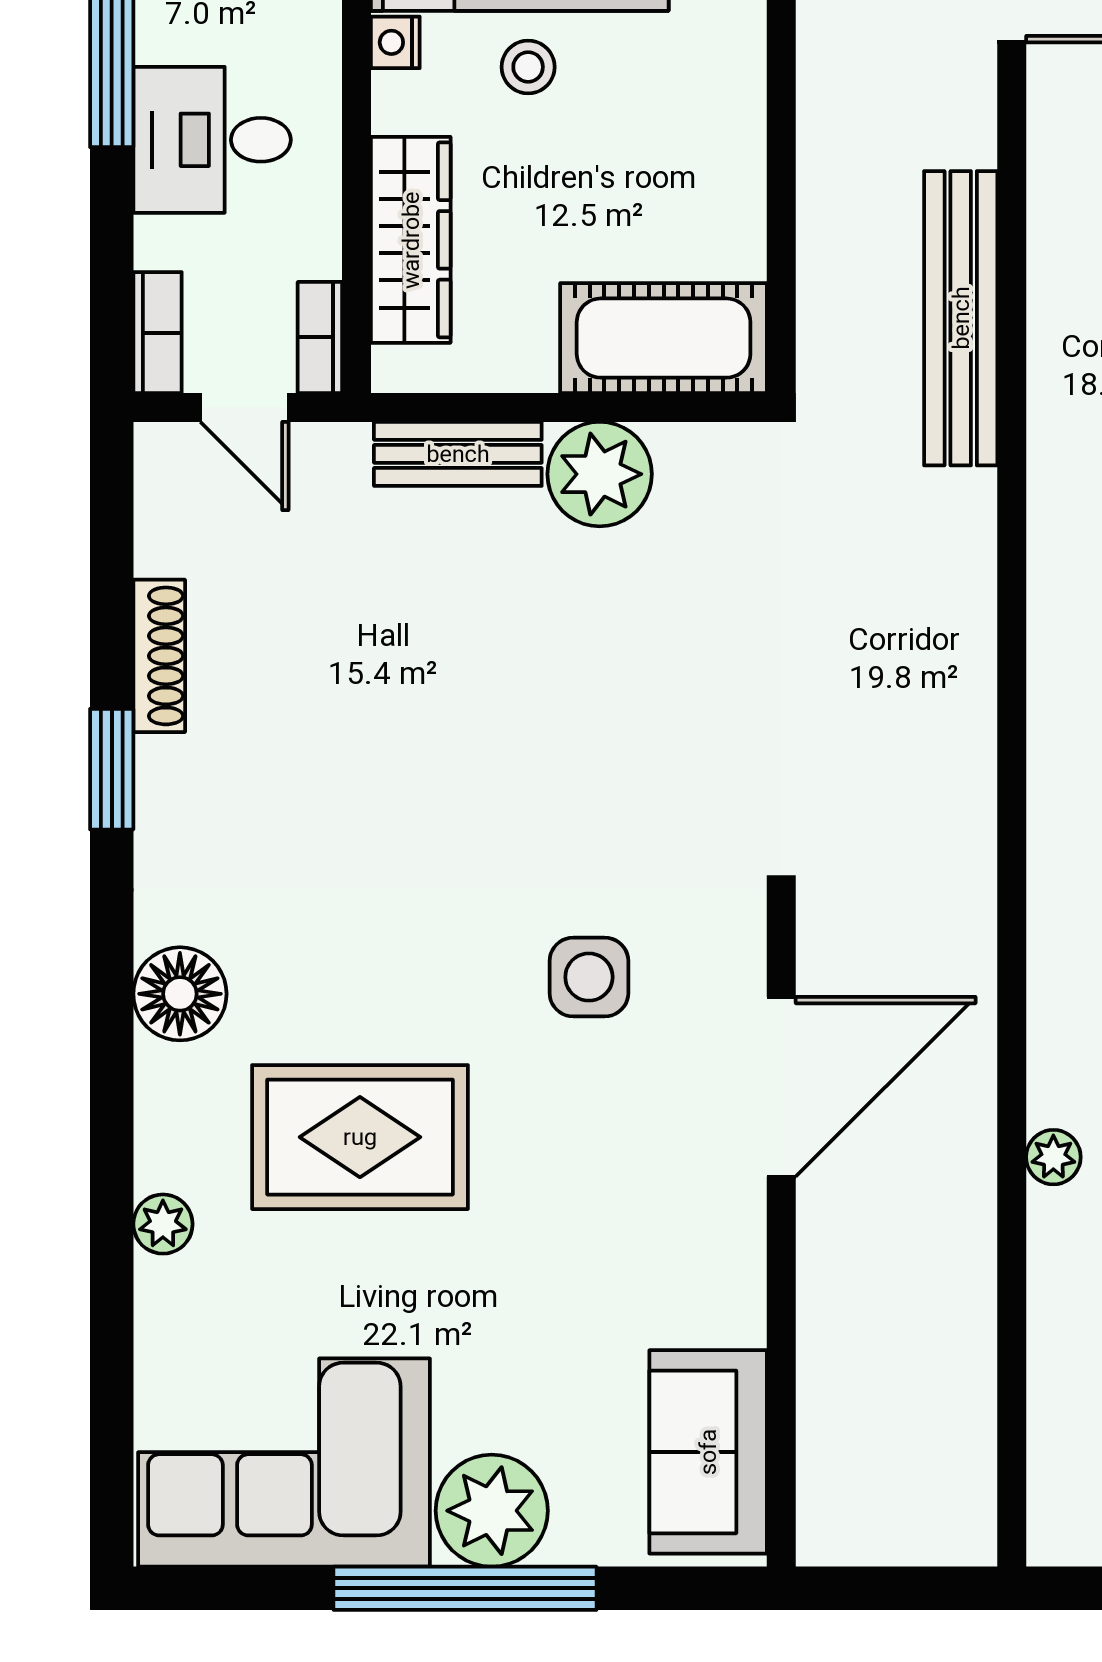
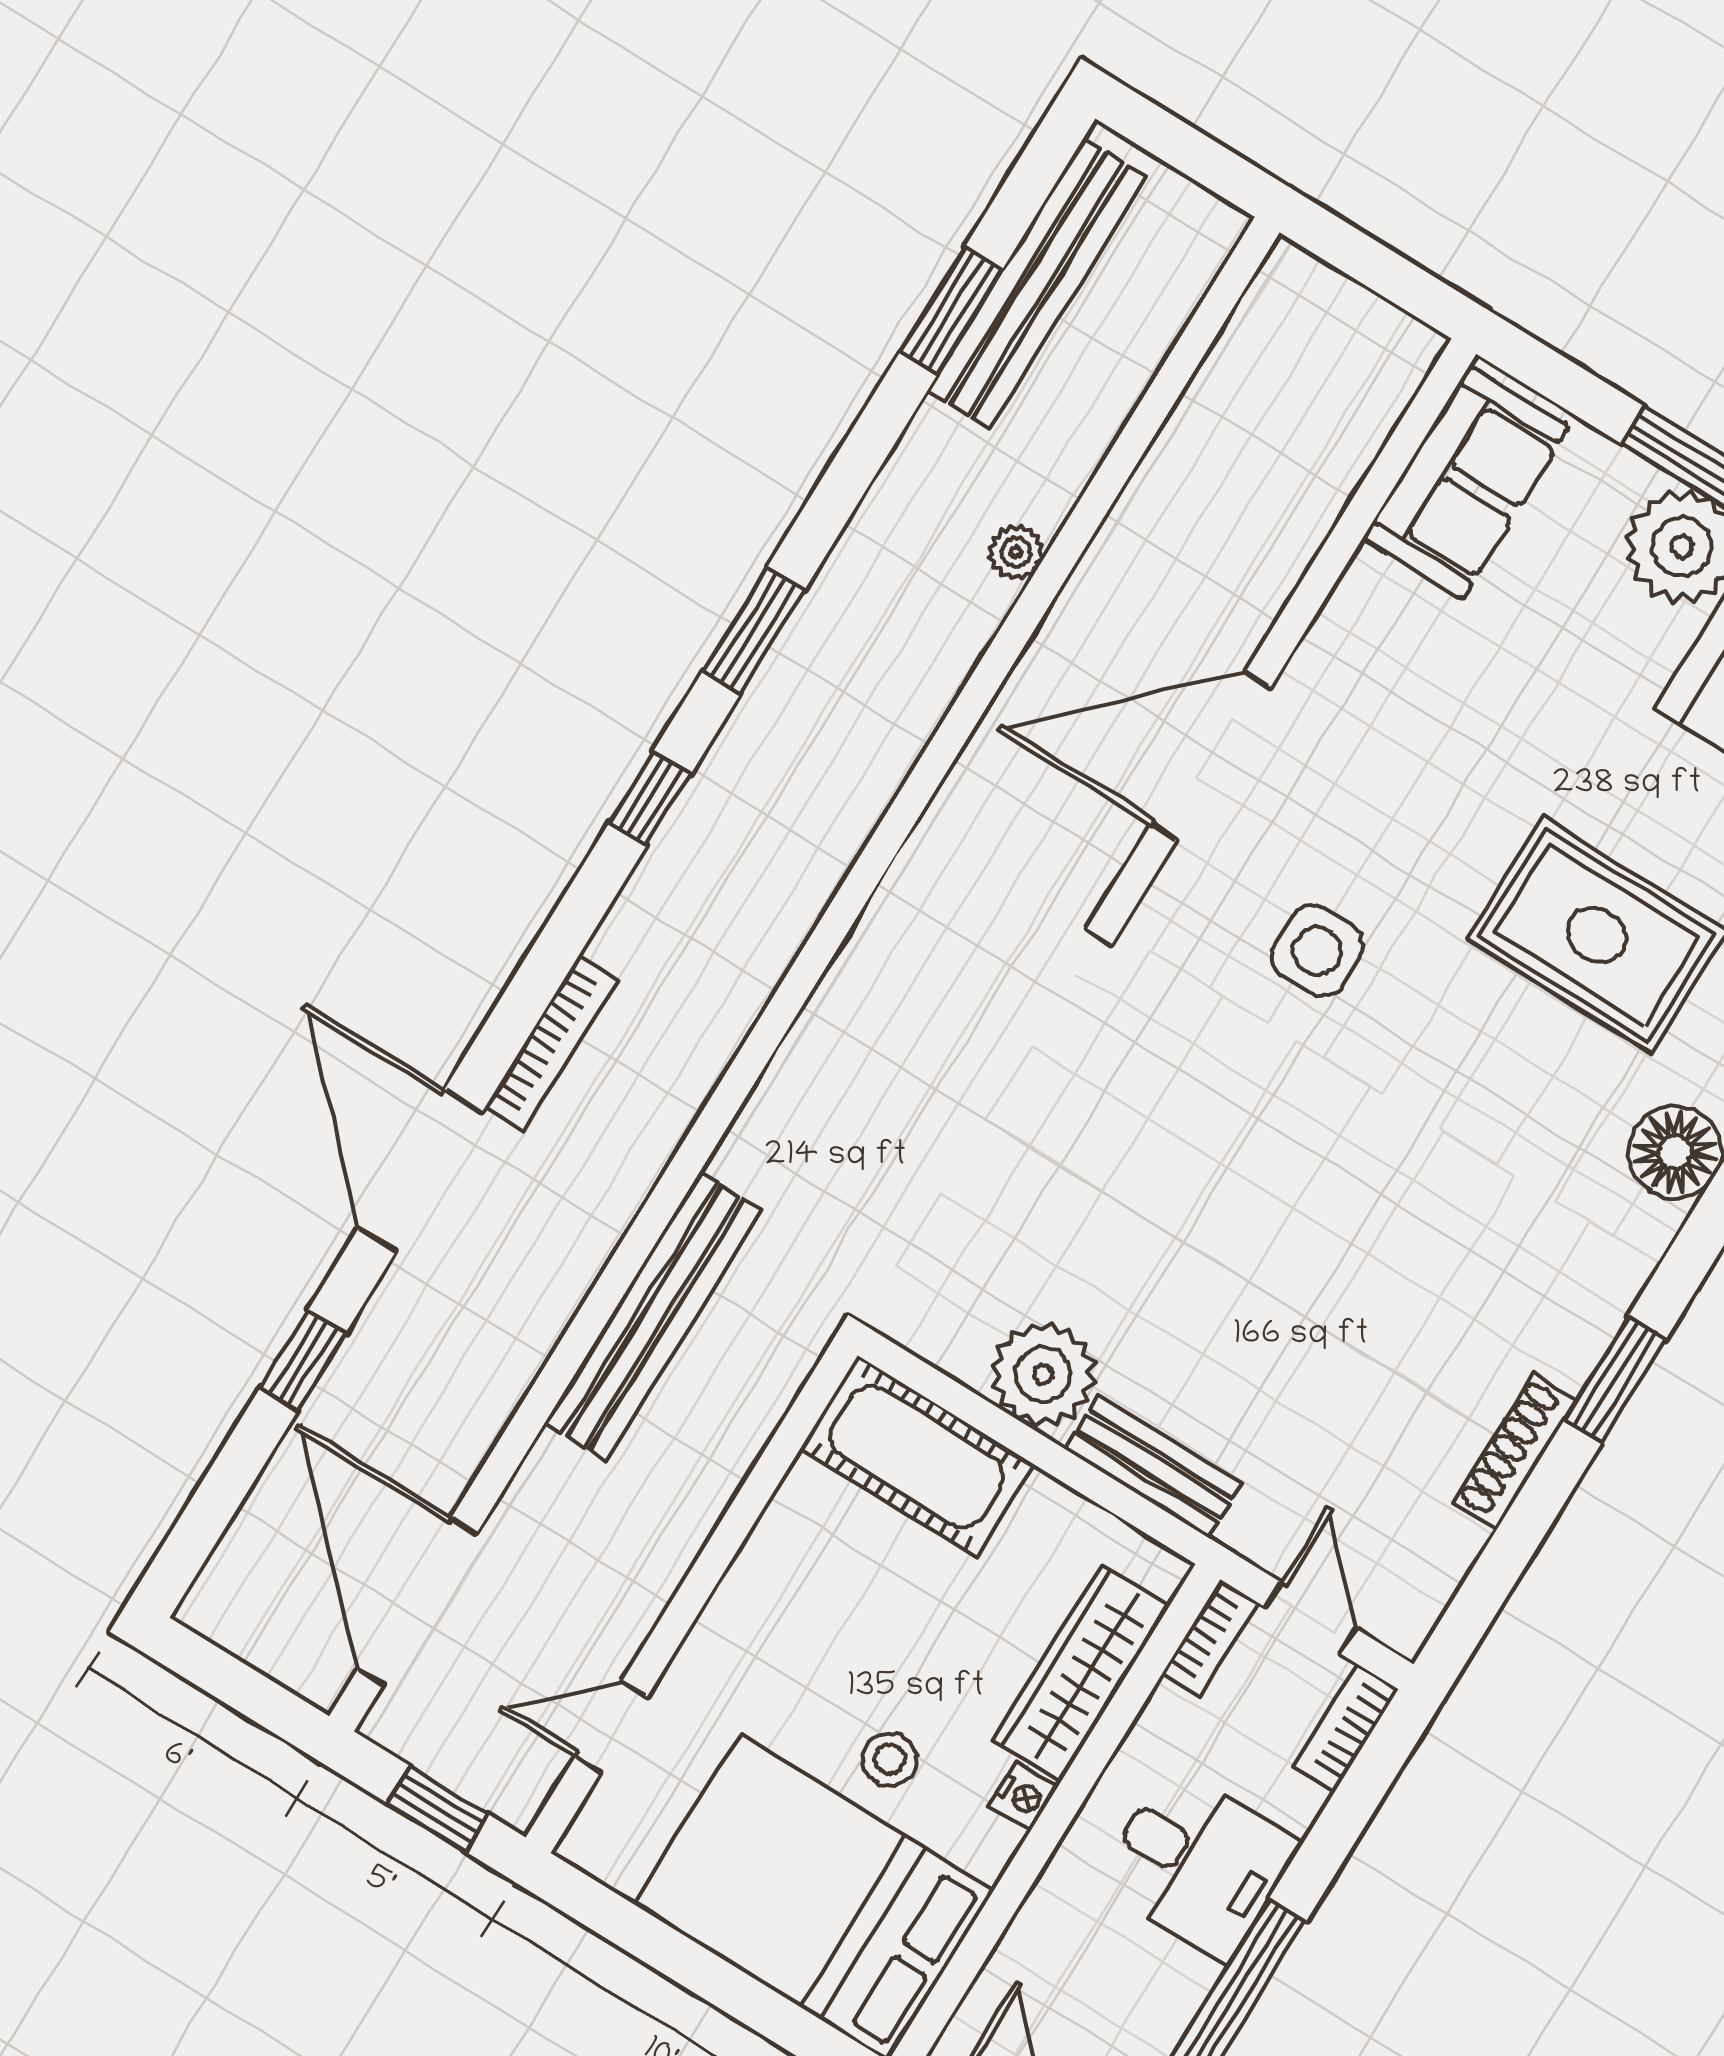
nightstand: (395, 42) -> (1023, 1797), moved

